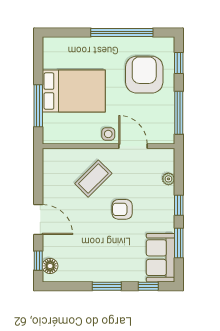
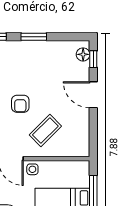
armchair: (122, 209) -> (20, 104), turned 90

